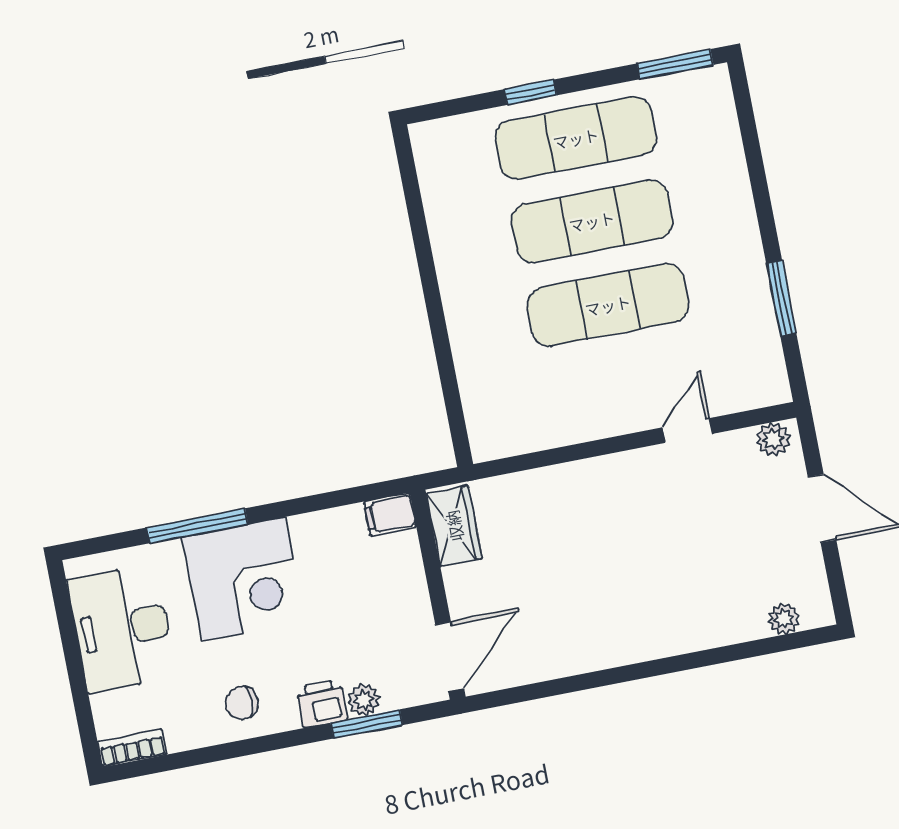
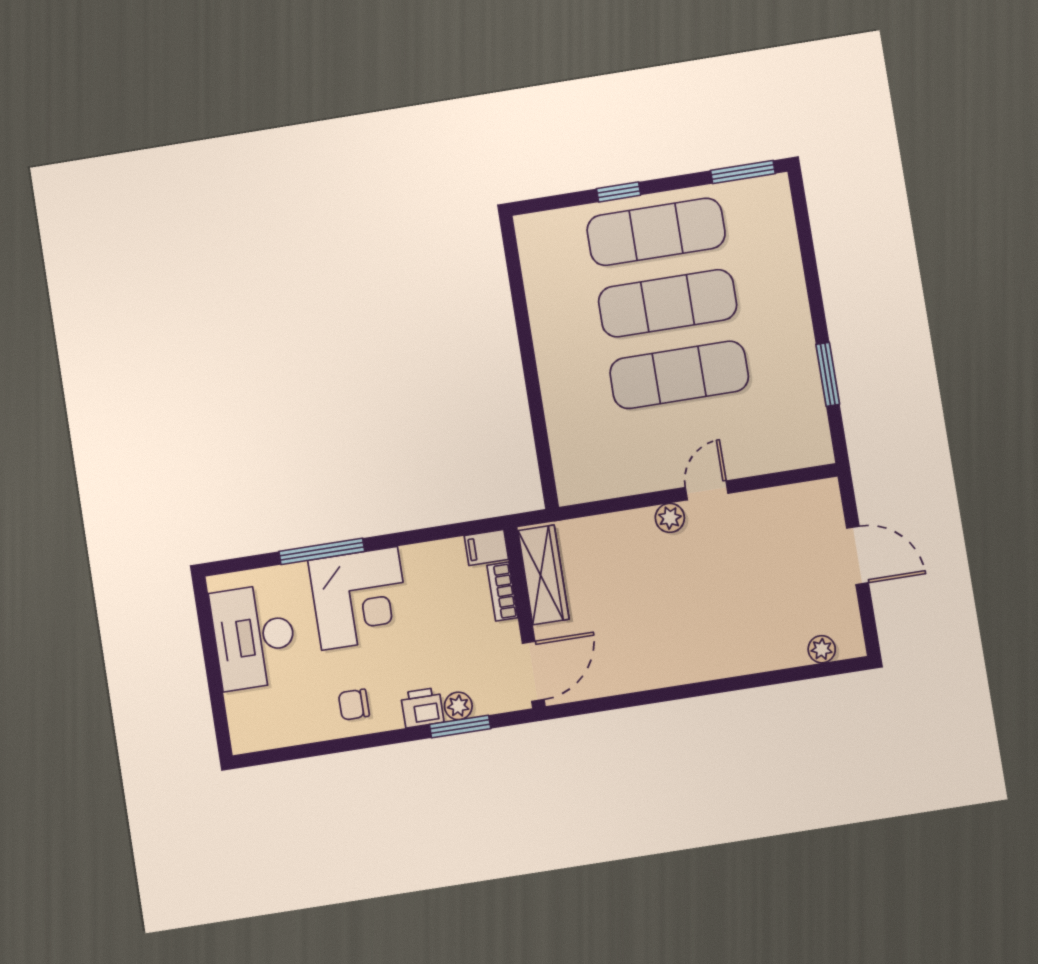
door: (687, 431) -> (707, 490), moved
plant: (773, 439) -> (670, 518), moved
wardrobe: (454, 526) -> (543, 575), width x1.50
bookcase: (132, 748) -> (502, 592), moved, turned -90

